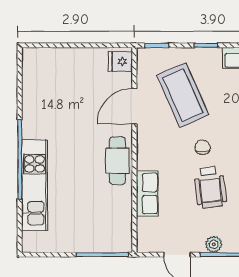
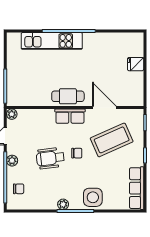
fridge: (120, 62) -> (136, 64), moved, turned -90
row of seats: (147, 194) -> (70, 116), moved
plant: (144, 245) -> (12, 114), added

